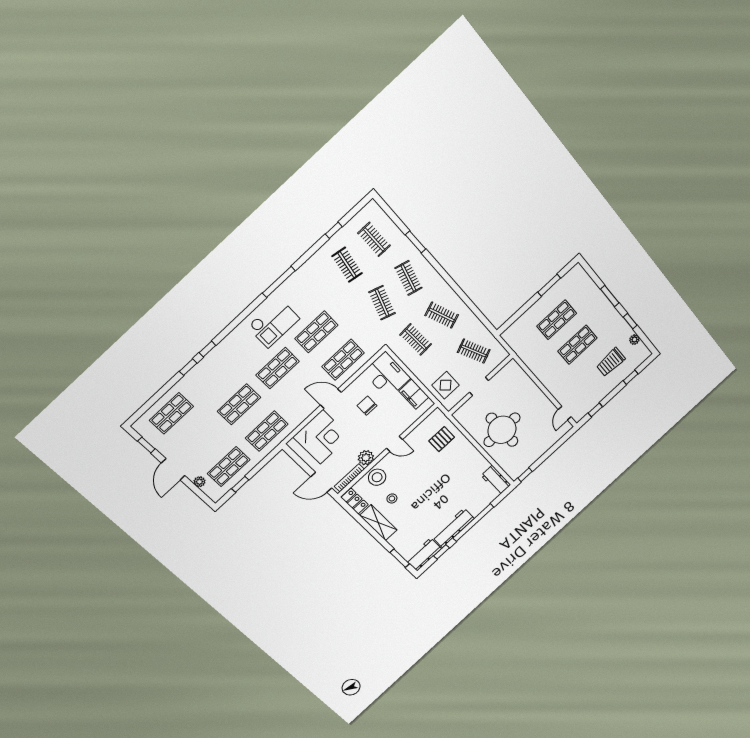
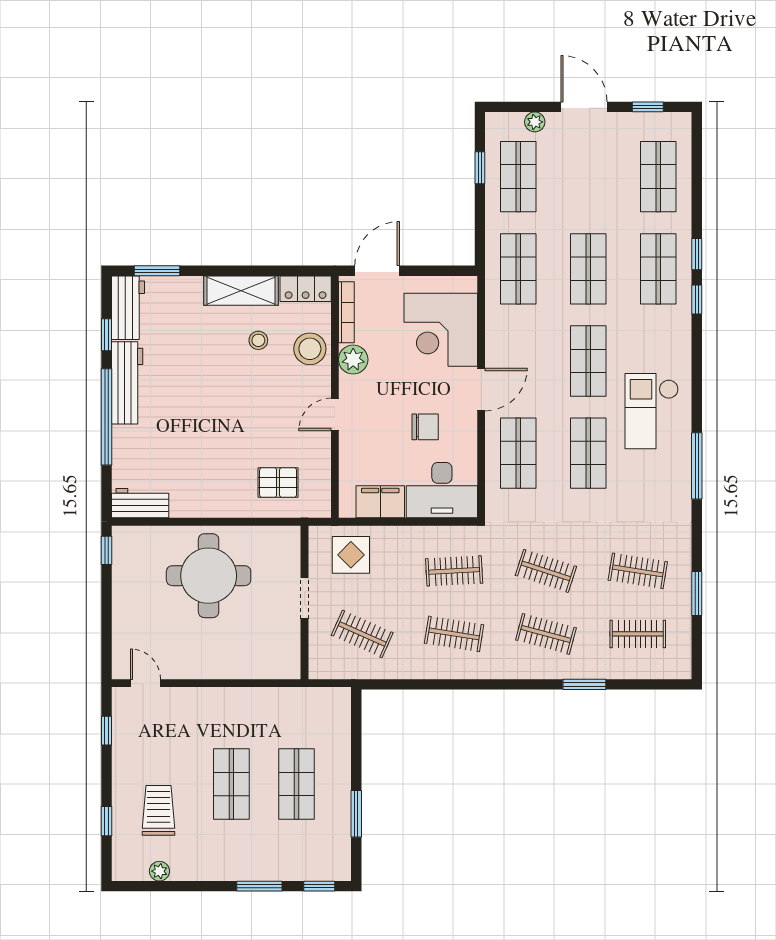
window: (334, 230) -> (697, 593), width x1.50
clothes rail: (442, 315) -> (454, 634), turned 30
window: (630, 321) -> (319, 886), moved
clothes rail: (474, 351) -> (362, 634), turned 48
shop shelf: (210, 377) -> (658, 269), added
pallet: (442, 439) -> (278, 483), turned 90

